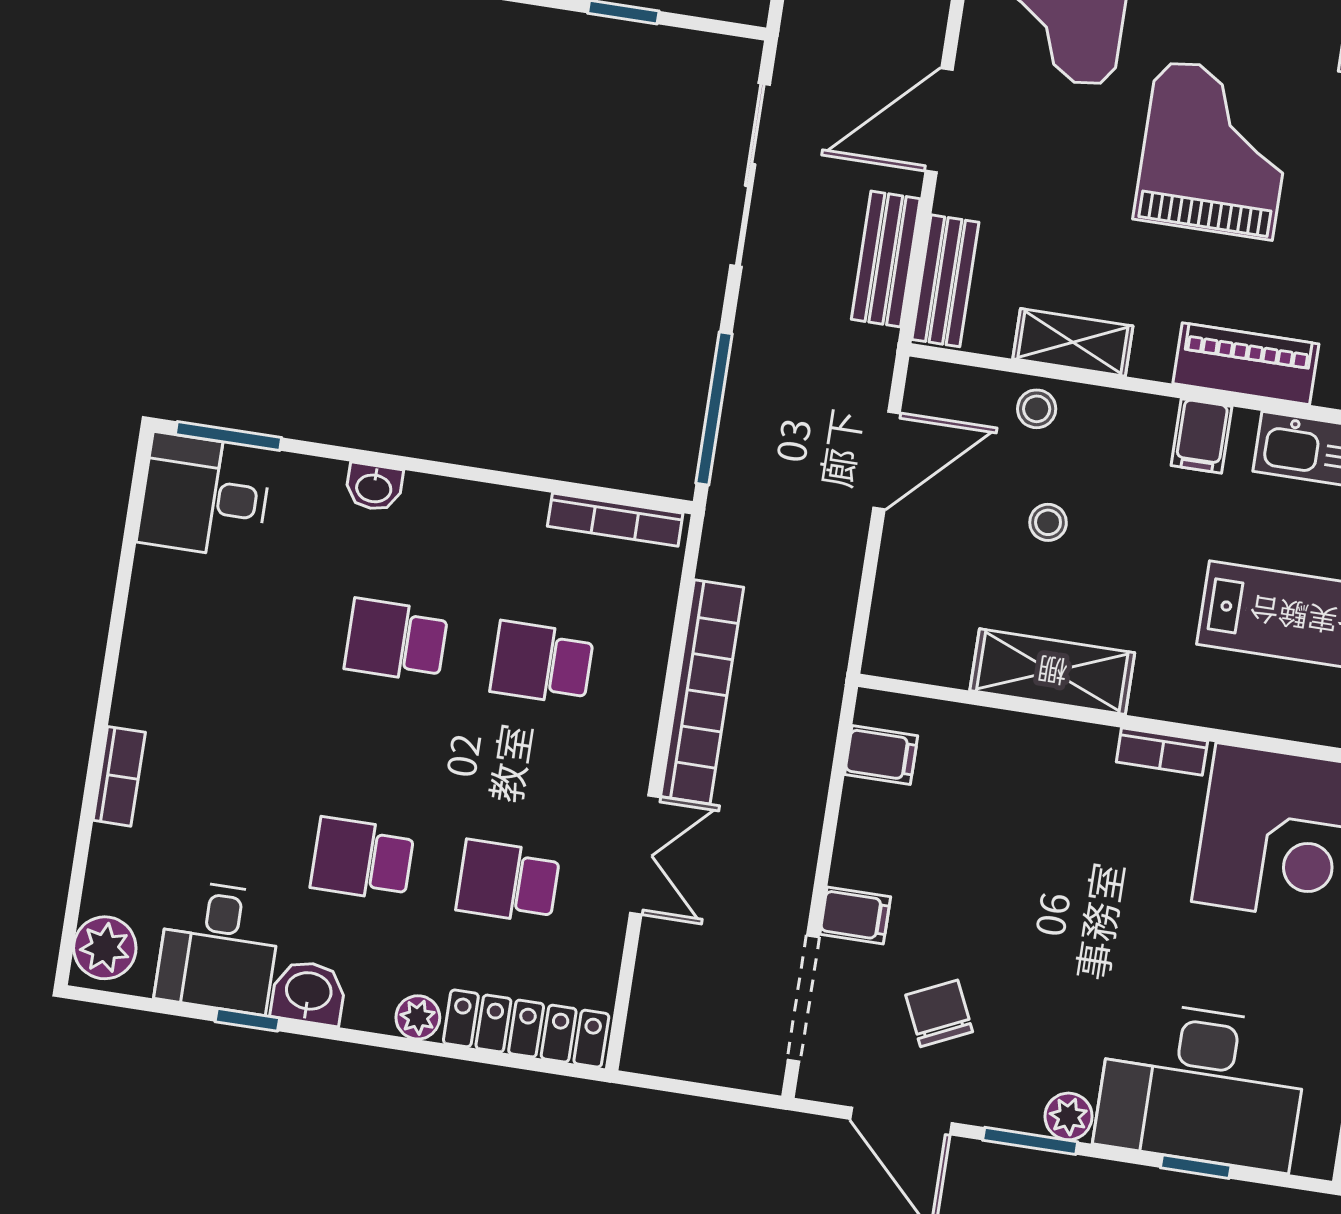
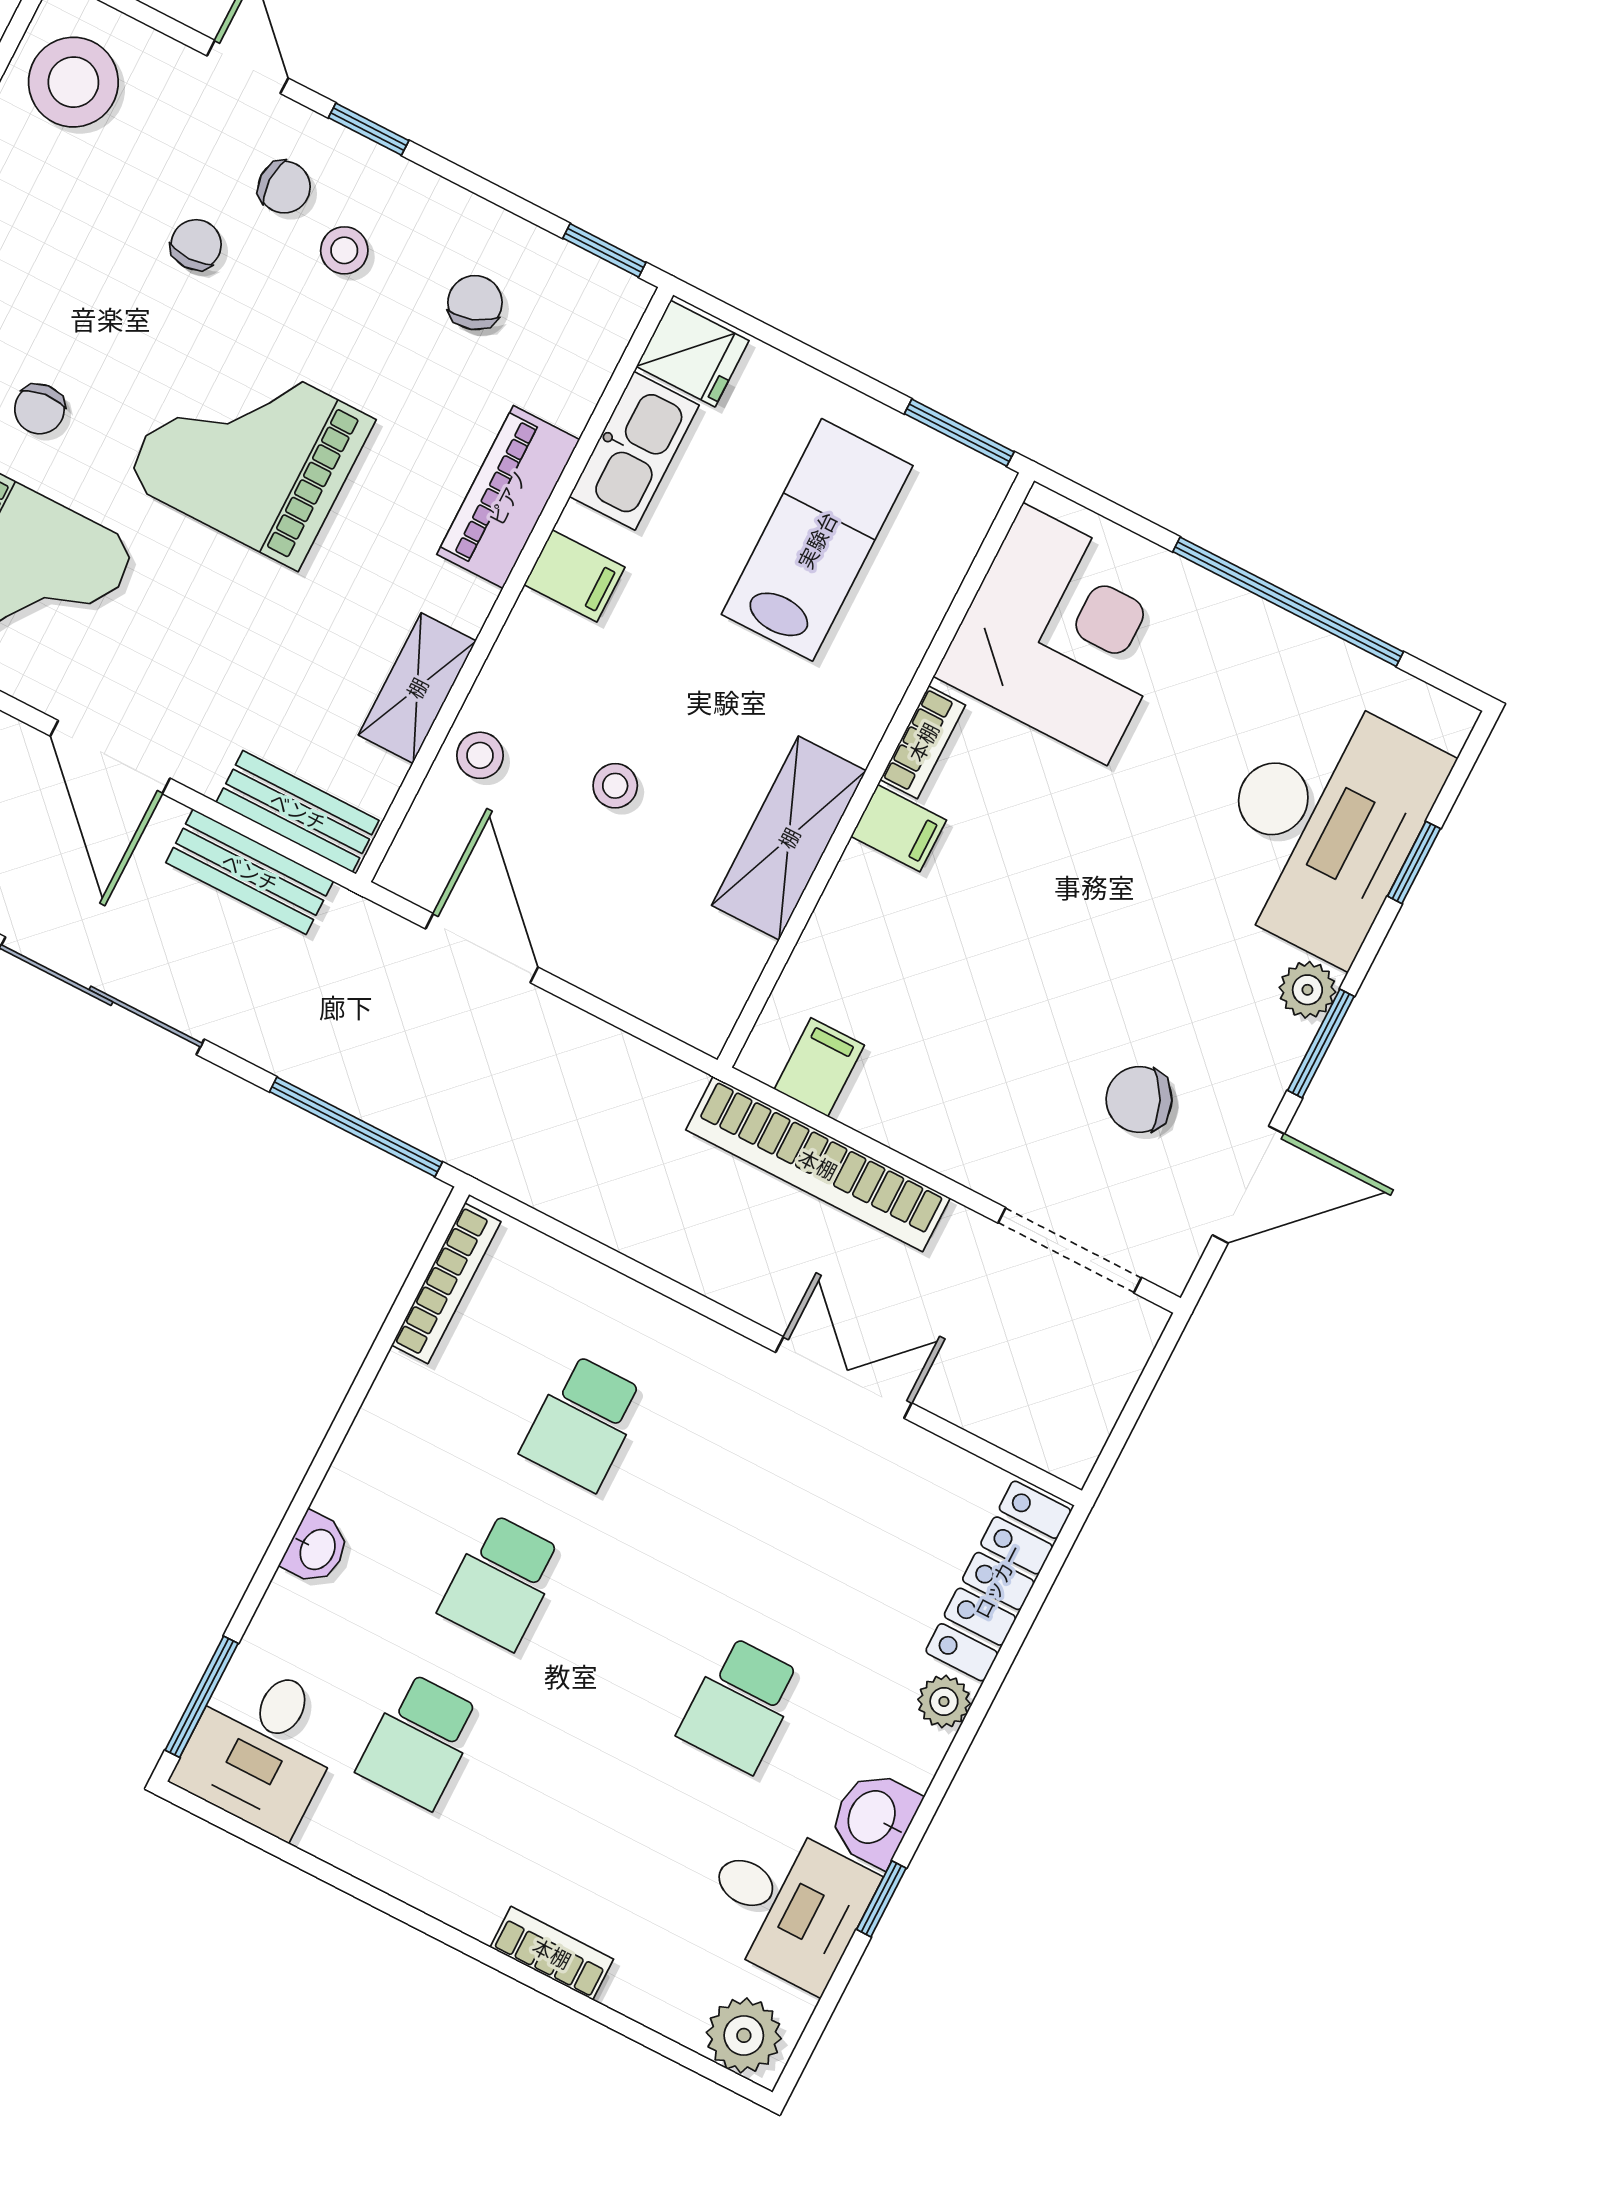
bookcase: (702, 692) -> (818, 1164), moved, turned 180
school desk: (508, 882) -> (419, 1741), moved
filing cabinet: (855, 915) -> (899, 828), moved, turned 90

